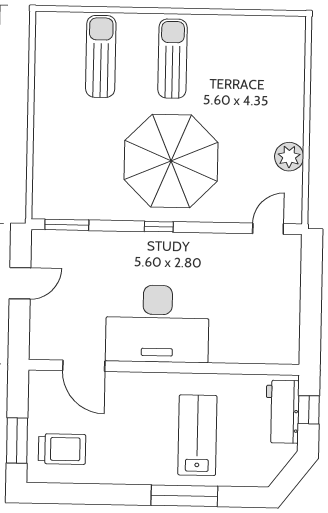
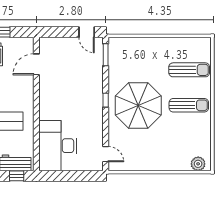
plant: (289, 157) -> (198, 164), moved
door: (20, 283) -> (87, 32), moved
desk: (157, 324) -> (58, 146), moved

